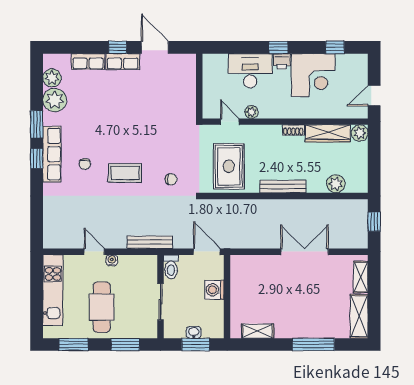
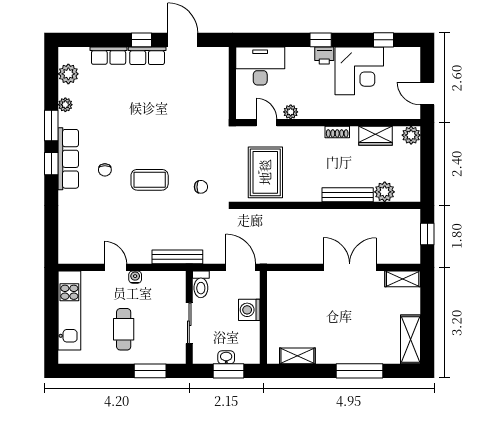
desk: (250, 71) -> (260, 66), moved
door: (374, 95) -> (427, 93), hinge flipped
plant: (55, 100) -> (65, 105), width x0.53, depth x0.53
wardrobe: (328, 133) -> (376, 136), width x0.67
bench: (283, 186) -> (348, 195), moved
shelving: (361, 277) -> (403, 279), moved, turned 90
cafe table: (102, 307) -> (124, 329), width x0.73, depth x0.74
window: (74, 345) -> (92, 371), removed

